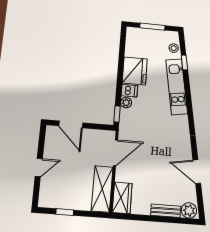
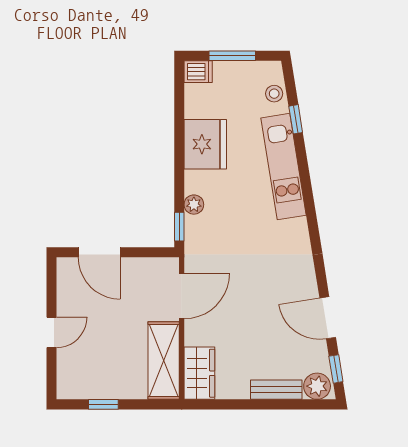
dishwasher: (129, 91) -> (198, 72), moved
window: (200, 201) -> (336, 369), added

